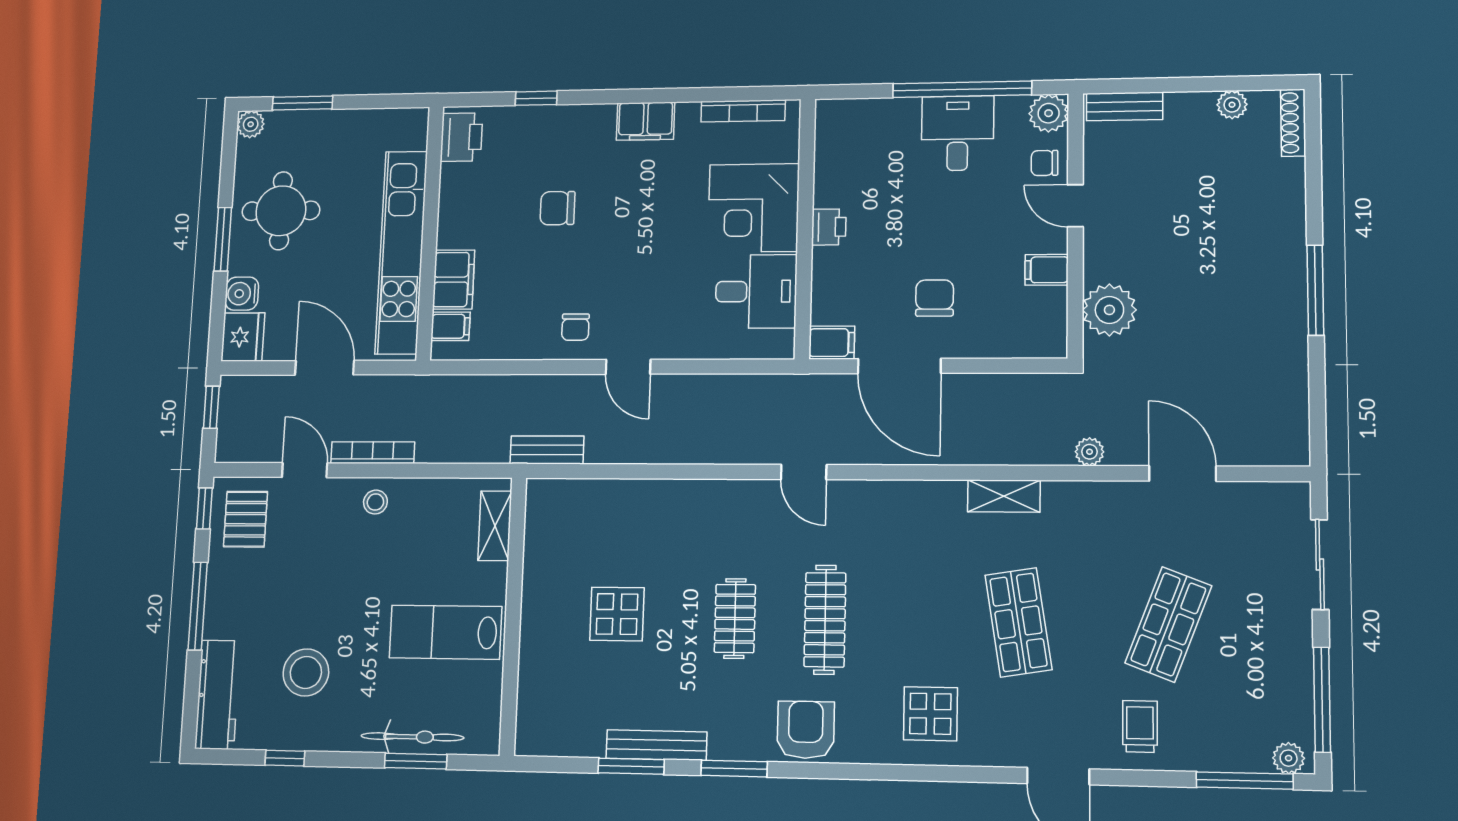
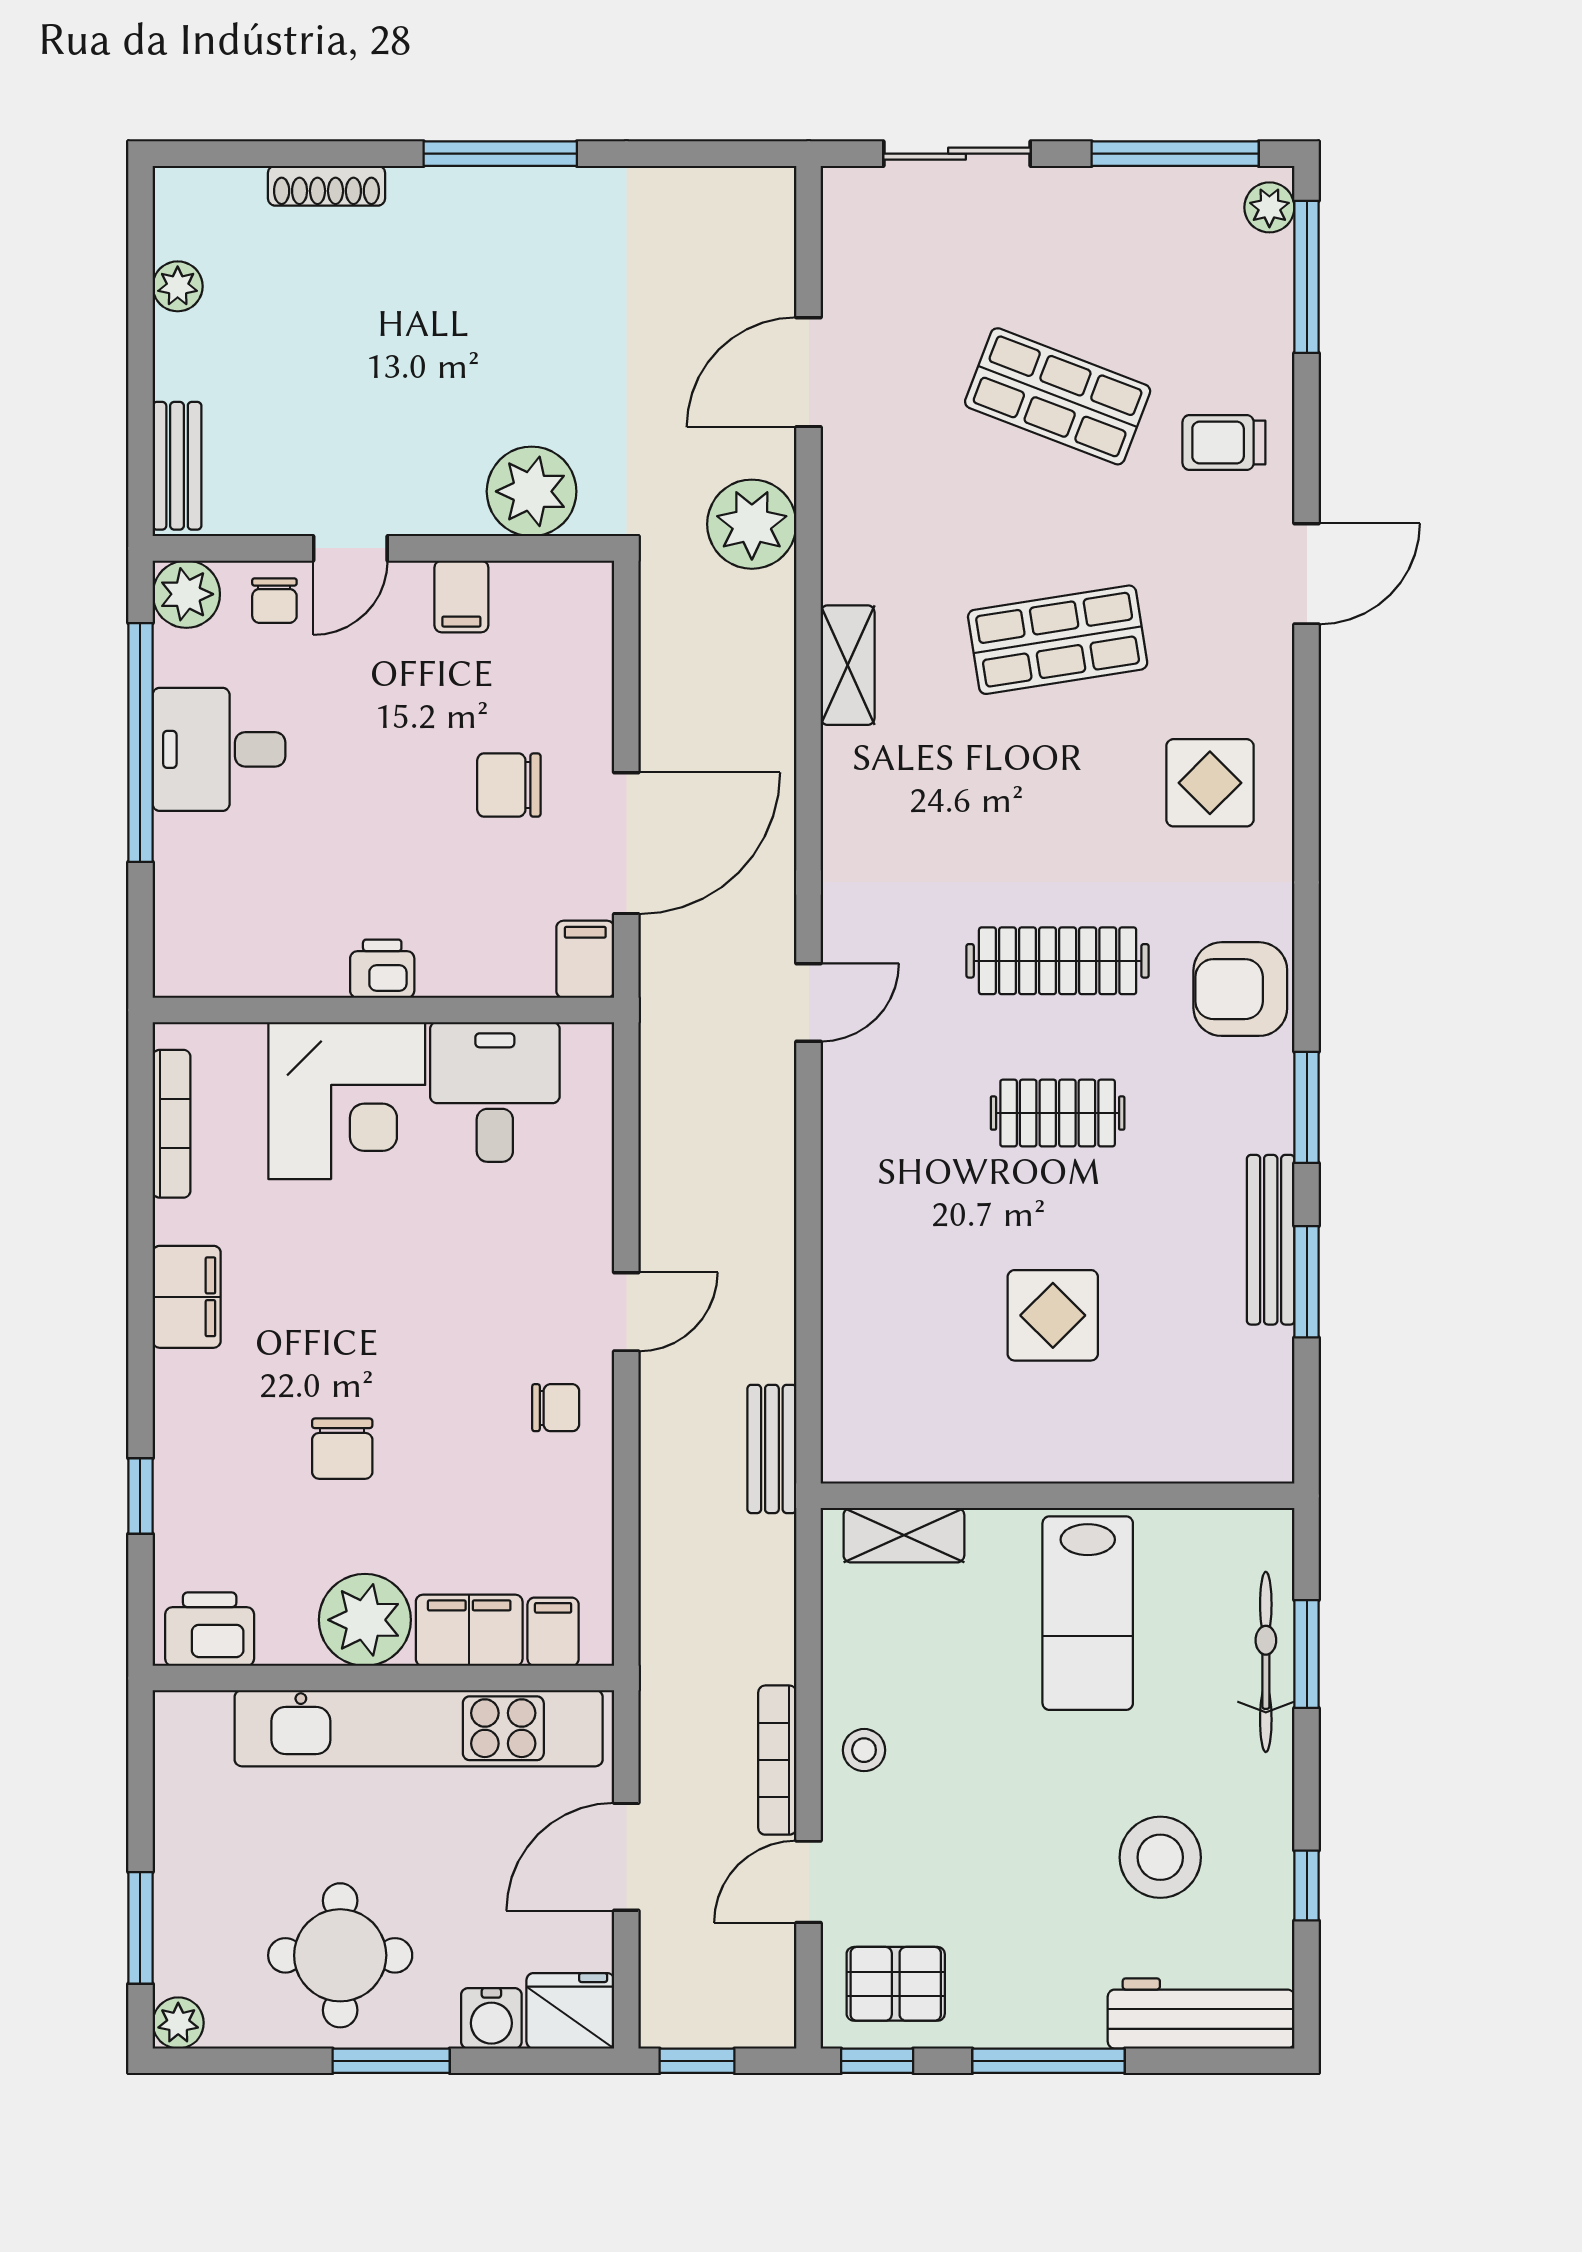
shoe rack: (1293, 123) -> (326, 186), moved
plant: (462, 222) -> (365, 1620), added
plant: (1089, 452) -> (752, 524), width x1.88, depth x1.88

